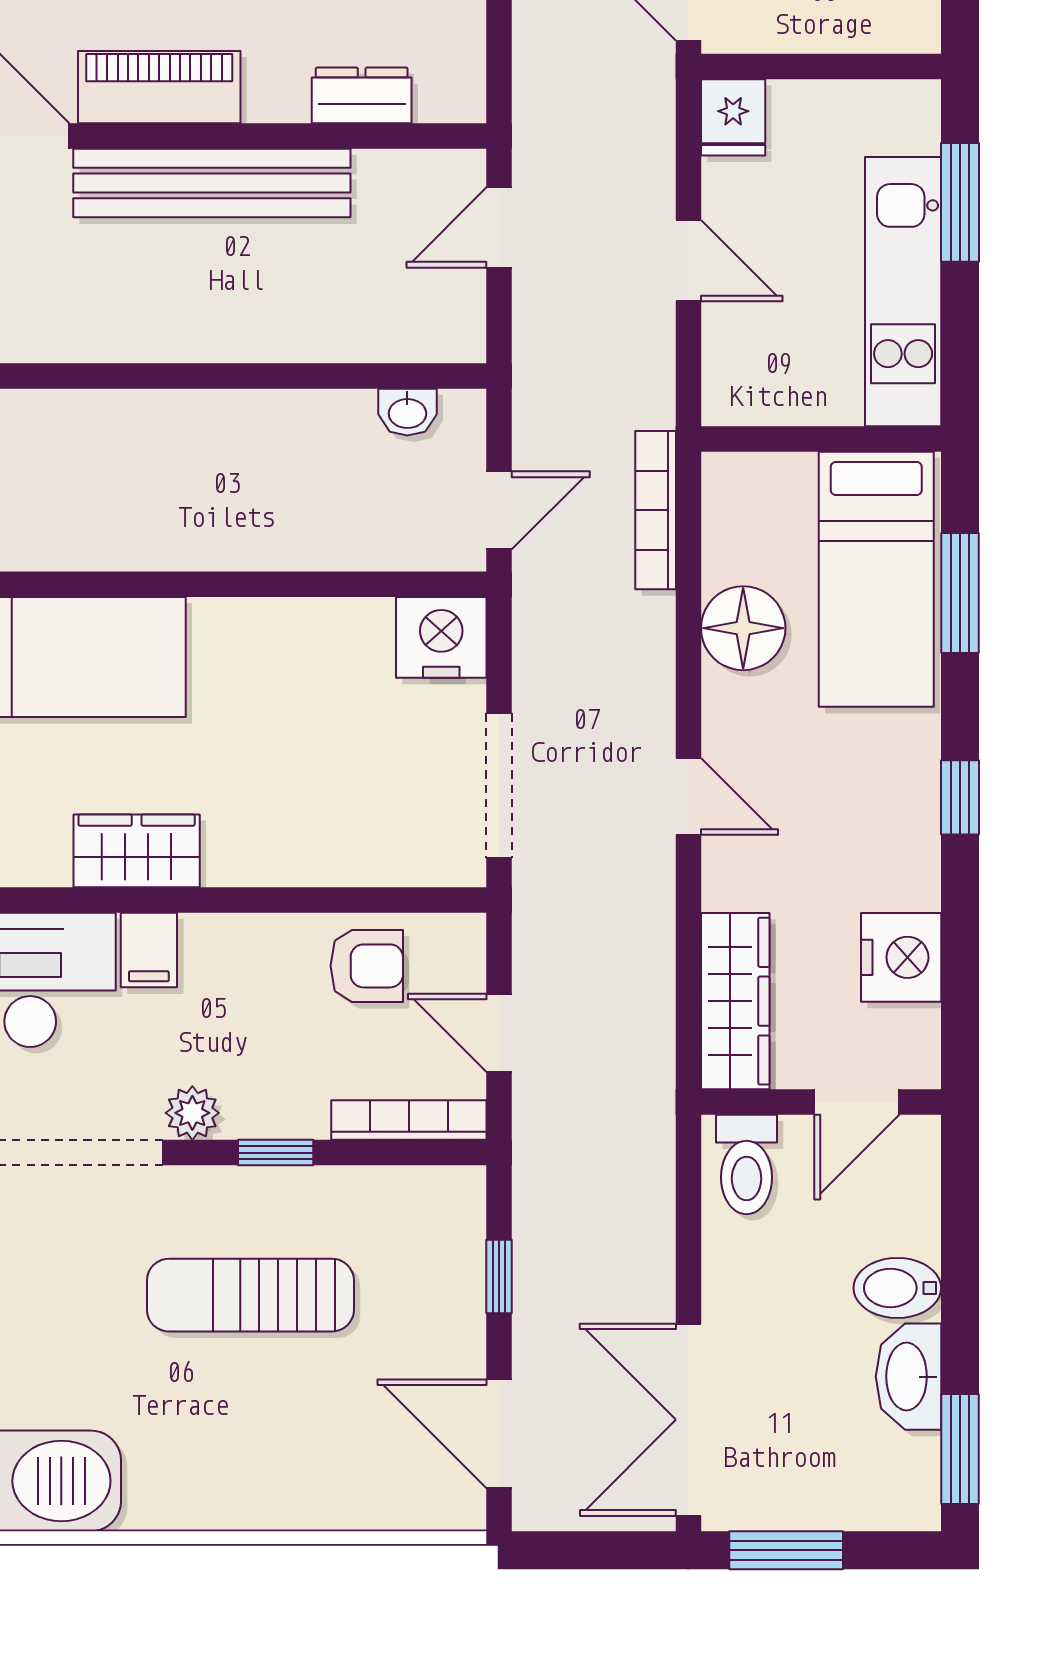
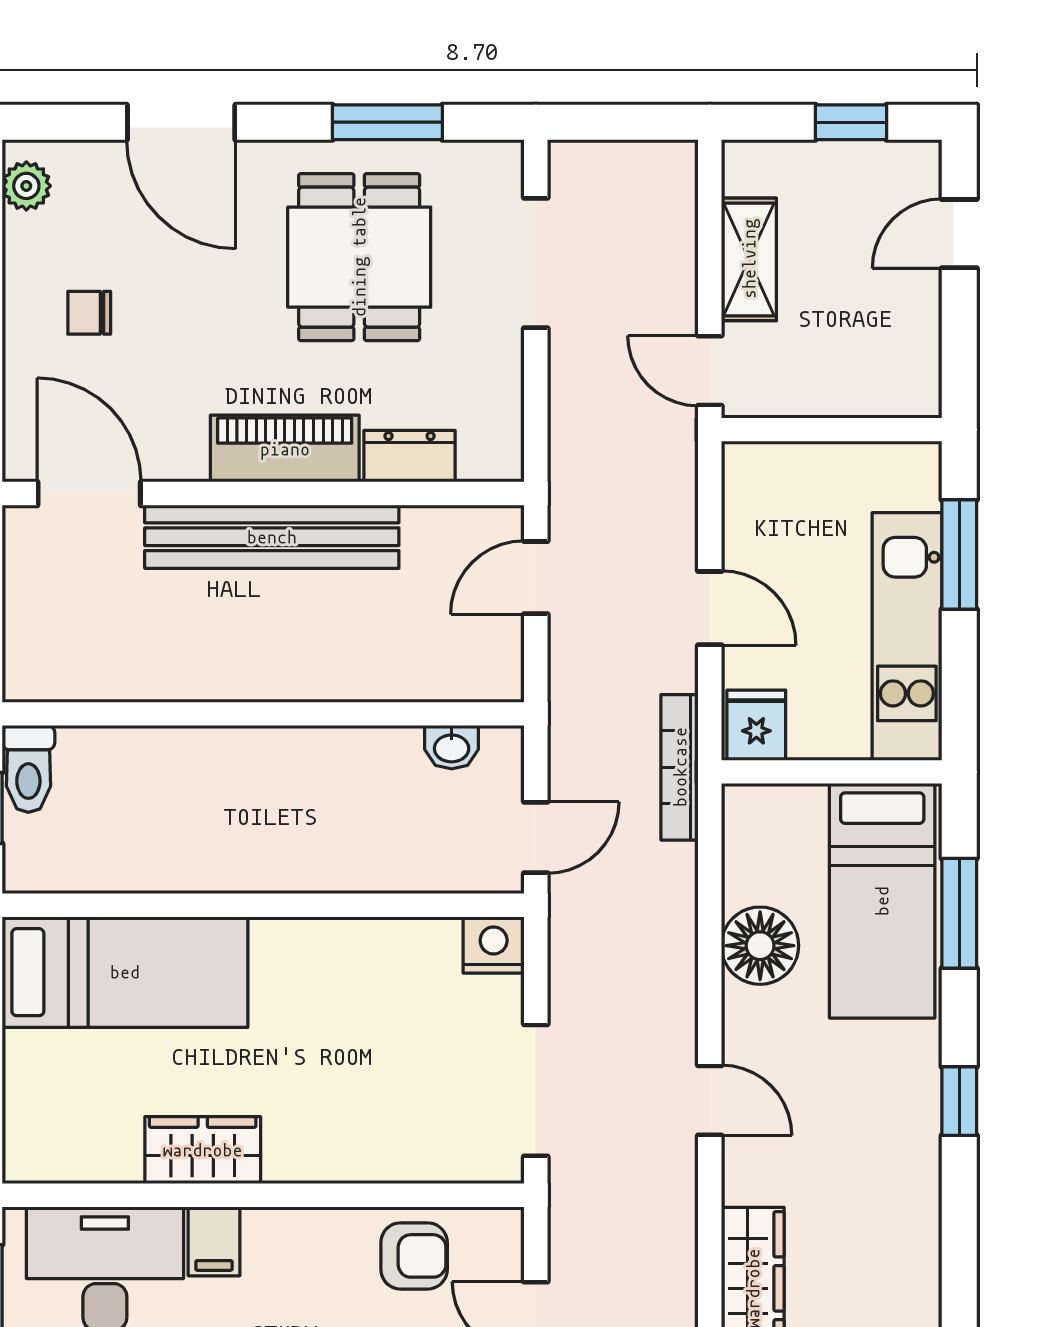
piano: (159, 87) -> (285, 449), moved
fridge: (733, 117) -> (756, 725), moved, turned 180
bookcase: (656, 510) -> (680, 767), moved
nightstand: (441, 637) -> (494, 945), width x0.74, depth x0.75
nightstand: (901, 957) -> (905, 1248), removed

